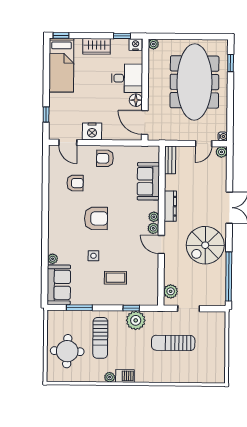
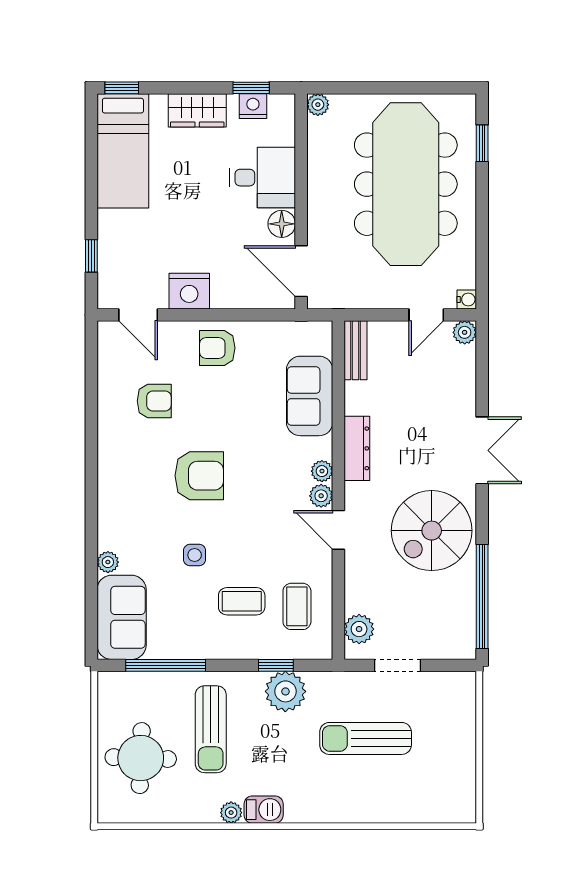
nightstand: (136, 45) -> (253, 106), moved
coffee table: (141, 280) -> (297, 606), added
window: (79, 308) -> (166, 665), width x1.44

